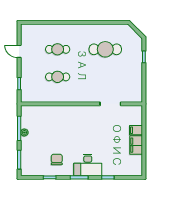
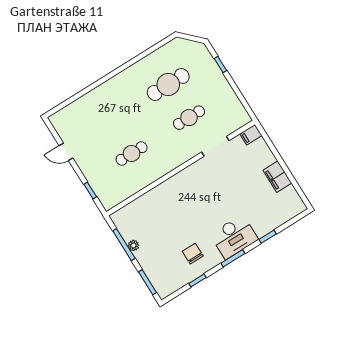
cafe table: (58, 49) -> (189, 118), moved
filing cabinet: (136, 130) -> (251, 135), moved

